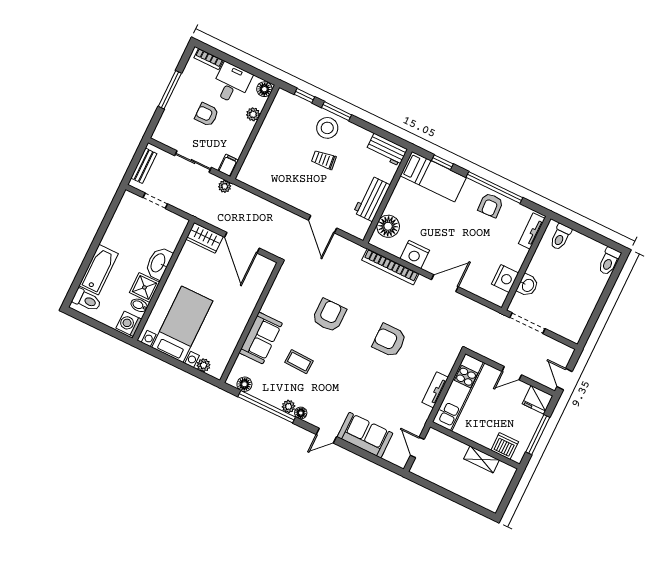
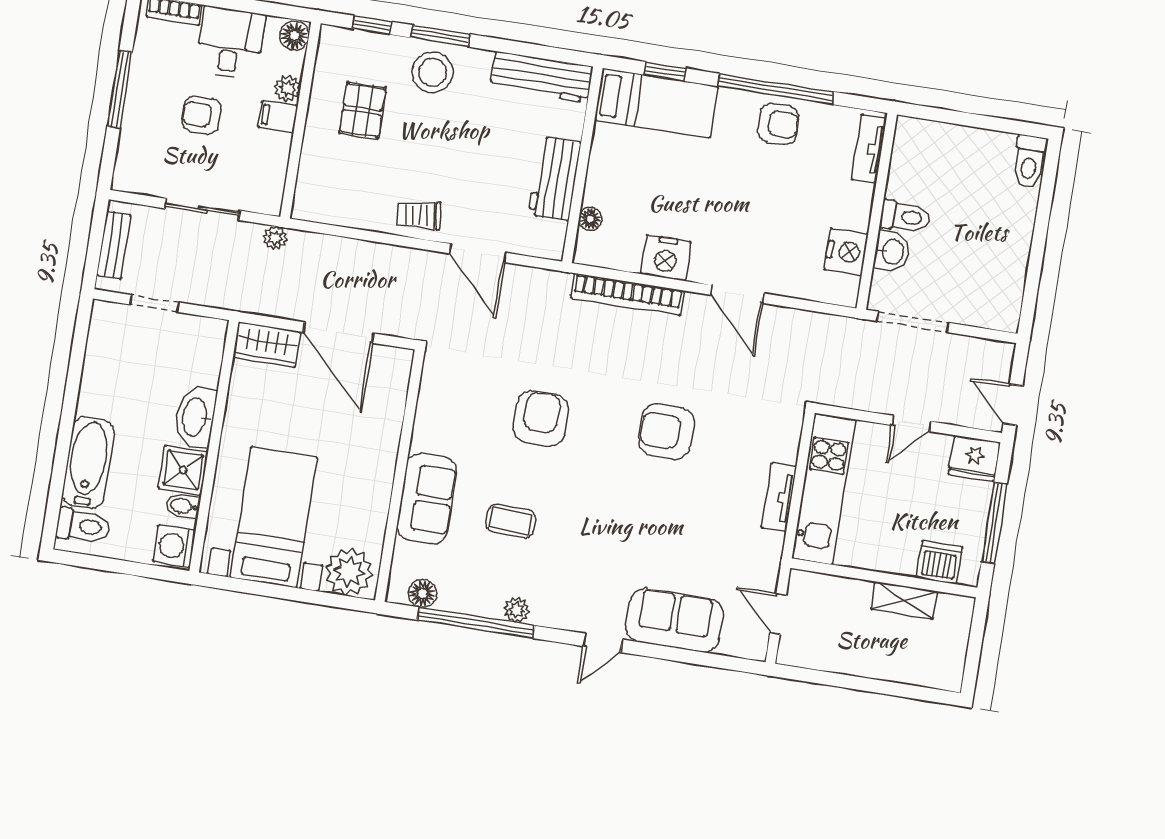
pallet: (287, 136) -> (363, 110), added
workbench: (387, 150) -> (541, 77), width x1.38
trolley: (324, 160) -> (419, 215), moved
filing cabinet: (228, 165) -> (278, 117), moved, turned -90
armchair: (491, 205) -> (778, 124), turned -87
floor lamp: (388, 226) -> (590, 219), width x0.53, depth x0.53
toilet: (560, 237) -> (905, 217), moved, turned -90
door: (445, 283) -> (737, 294), swing flipped
plant: (204, 365) -> (349, 572), width x1.88, depth x1.88
floor lamp: (301, 413) -> (543, 615), removed

